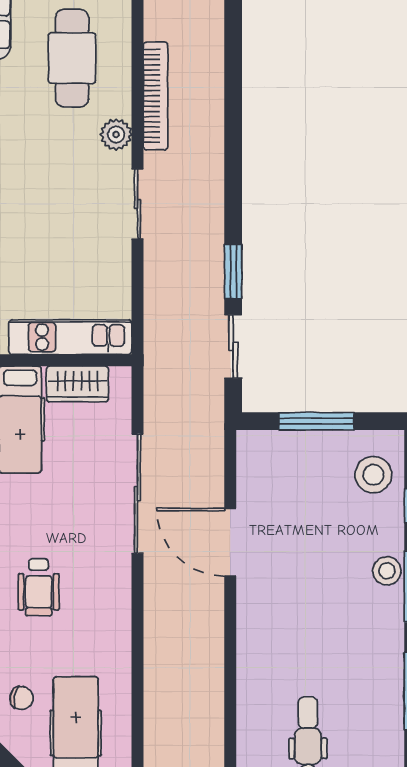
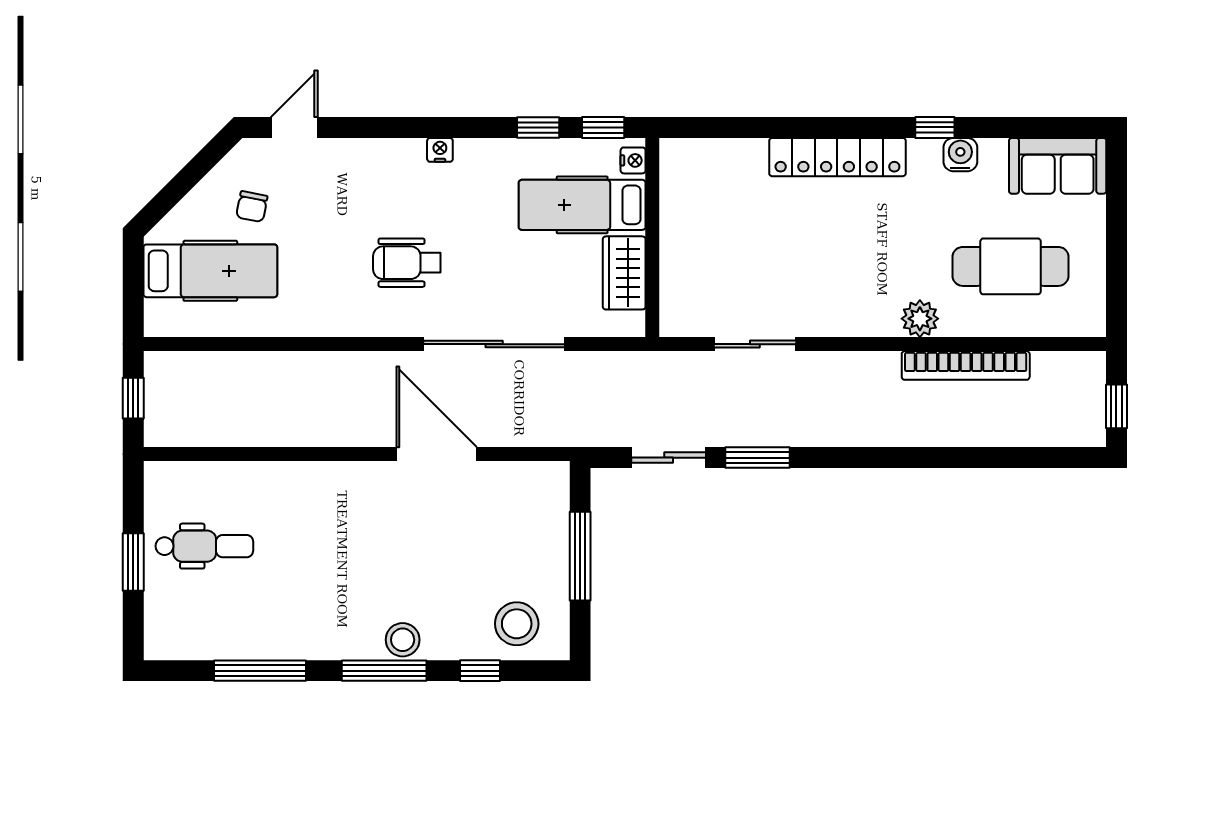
sliding door: (138, 204) -> (755, 344), moved
kitchen unit: (70, 337) -> (680, 264), removed
door: (230, 542) -> (437, 454), hinge flipped
wheelchair: (39, 587) -> (407, 263), moved

